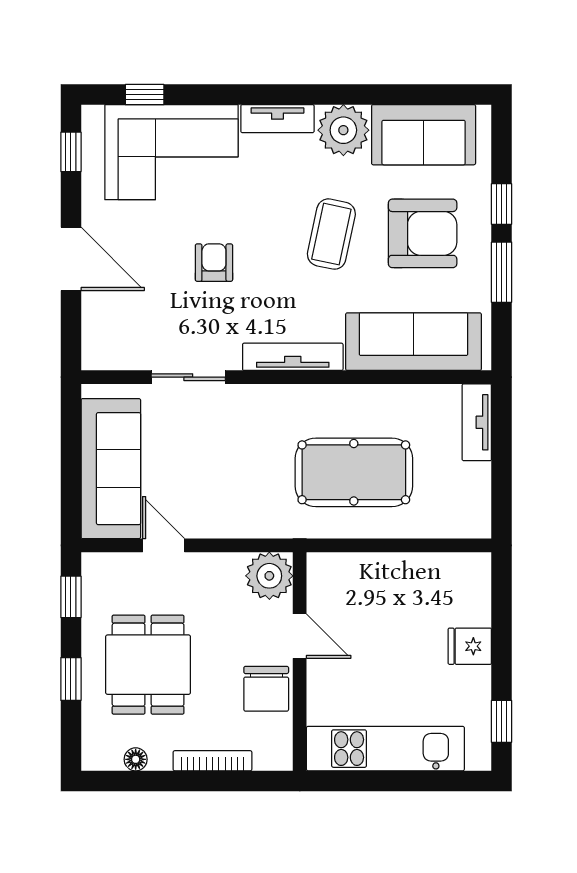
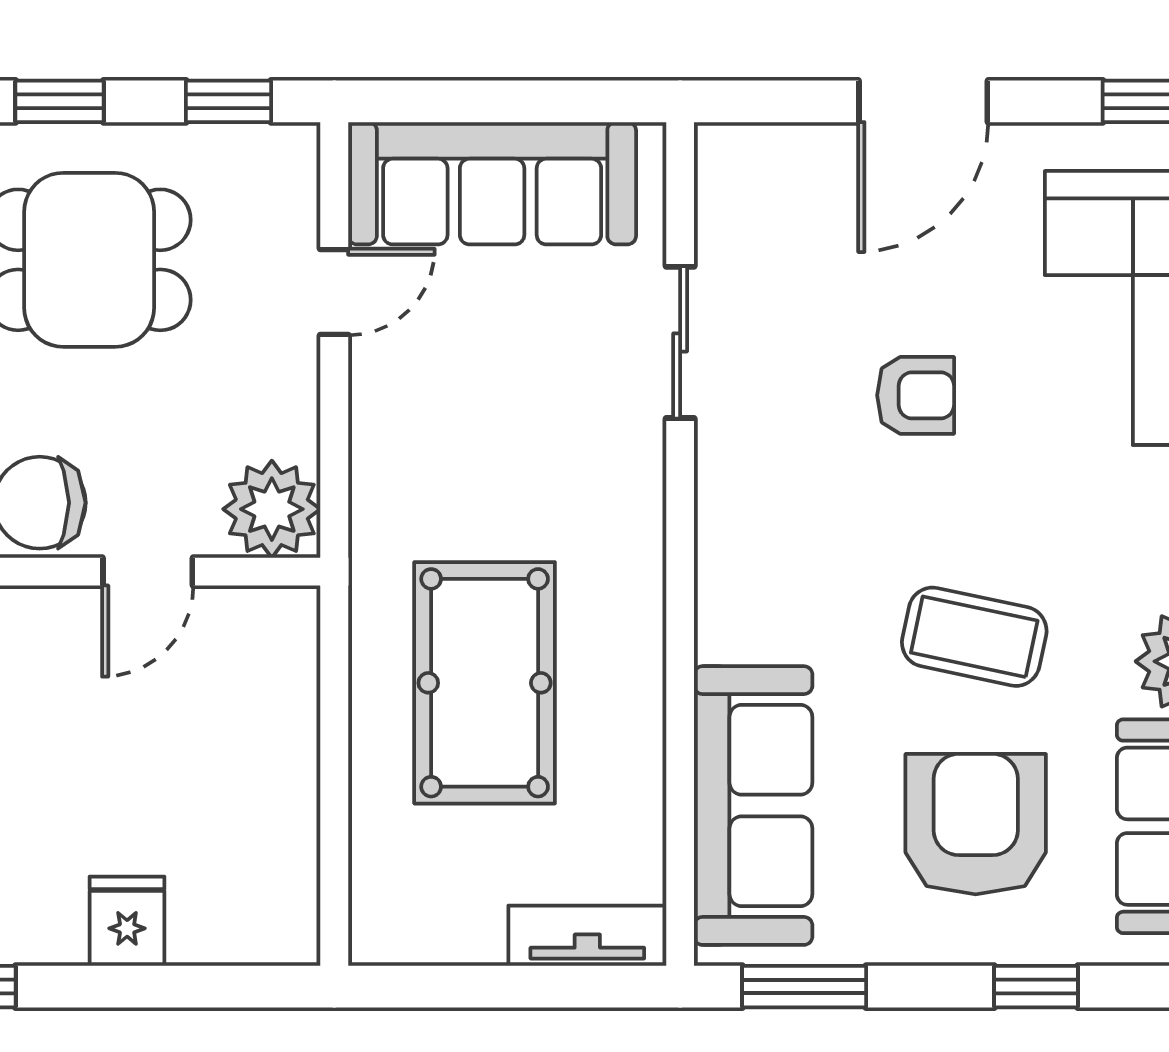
armchair: (423, 233) -> (976, 824), turned 180
window: (502, 272) -> (804, 987), moved
tv unit: (293, 357) -> (722, 557), removed

